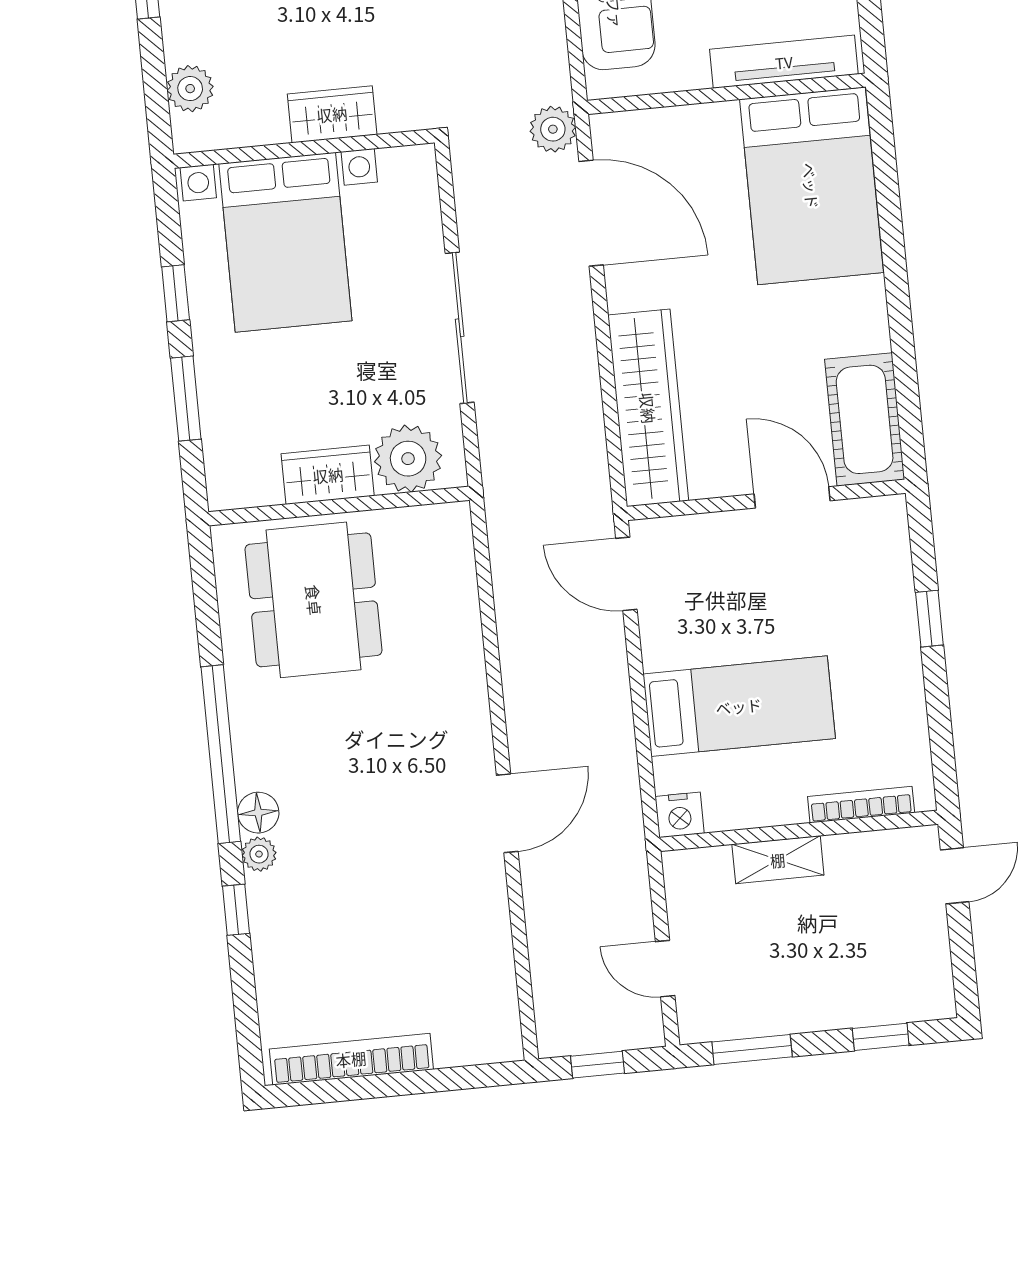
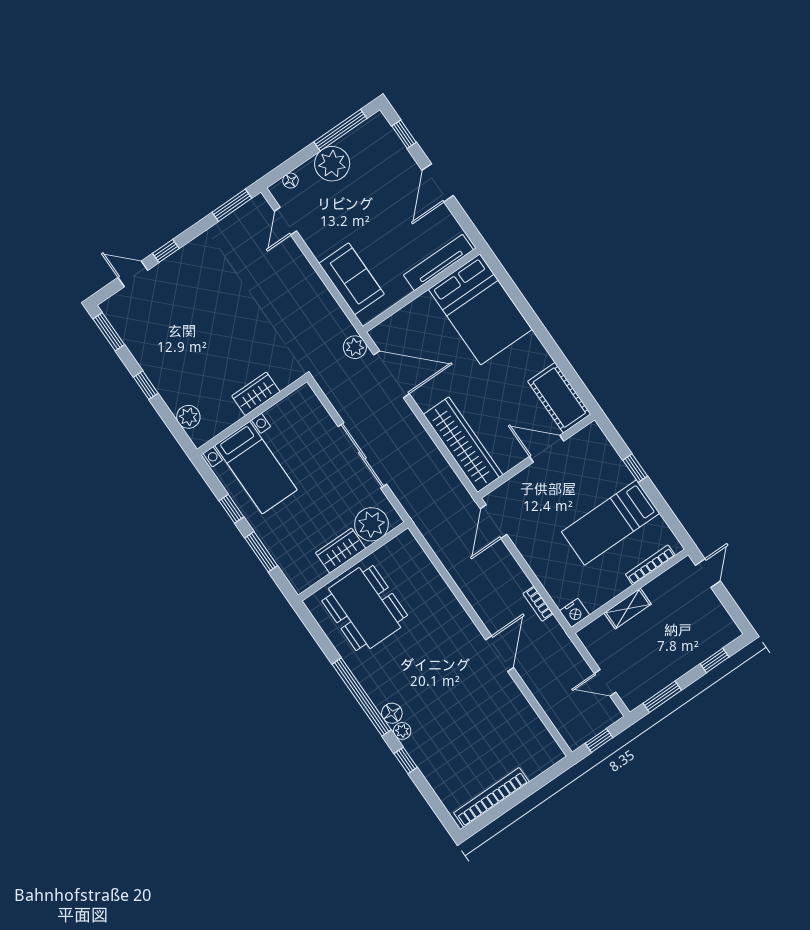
bed with nightstands: (285, 242) -> (256, 468), width x0.73
door: (626, 574) -> (494, 522), hinge flipped
bed: (739, 706) -> (611, 523), moved, turned 180
bookcase: (624, 763) -> (538, 604), added

